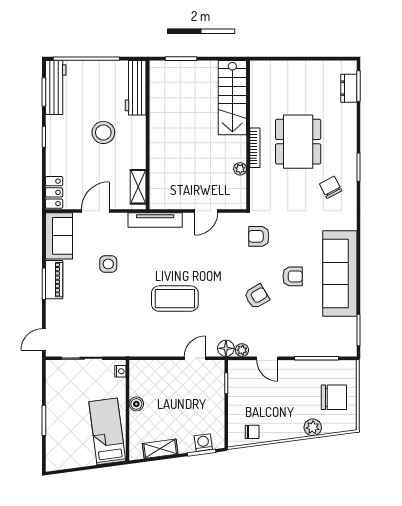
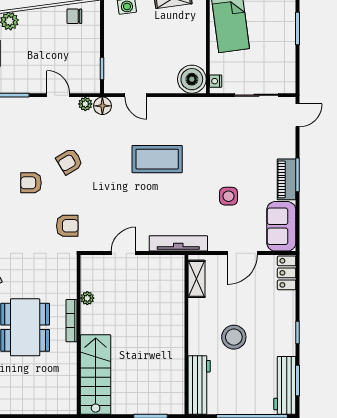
door: (195, 358) -> (136, 95), hinge flipped
boiler: (136, 404) -> (192, 79), moved, width x1.86, depth x1.86

